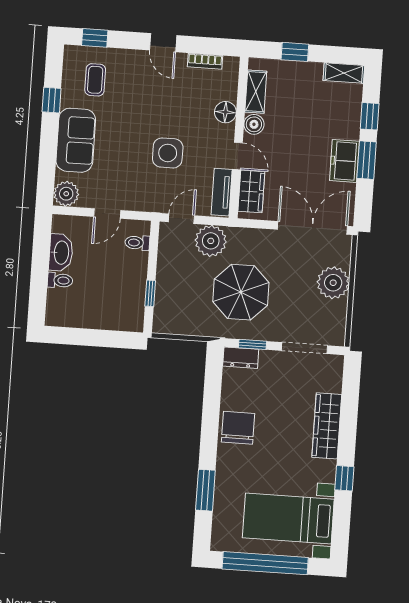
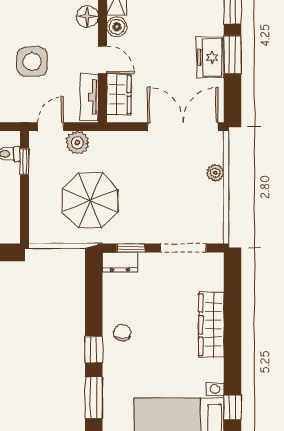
plant: (211, 241) -> (77, 143), width x0.73, depth x0.73
plant: (333, 283) -> (215, 173), width x0.53, depth x0.53
parasol: (241, 292) -> (90, 201), moved
window: (150, 293) -> (24, 162), moved
chair: (238, 428) -> (122, 333), width x0.54, depth x0.54
window: (209, 442) -> (94, 350), added
window: (344, 478) -> (233, 407), moved

